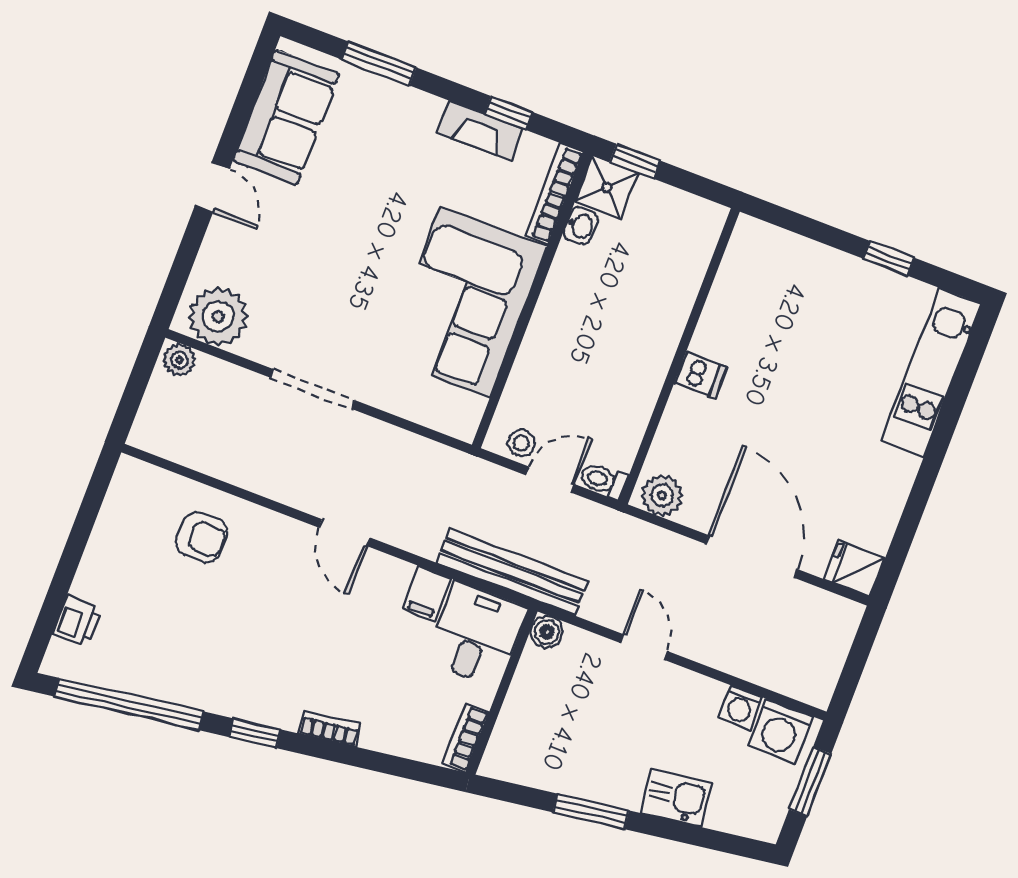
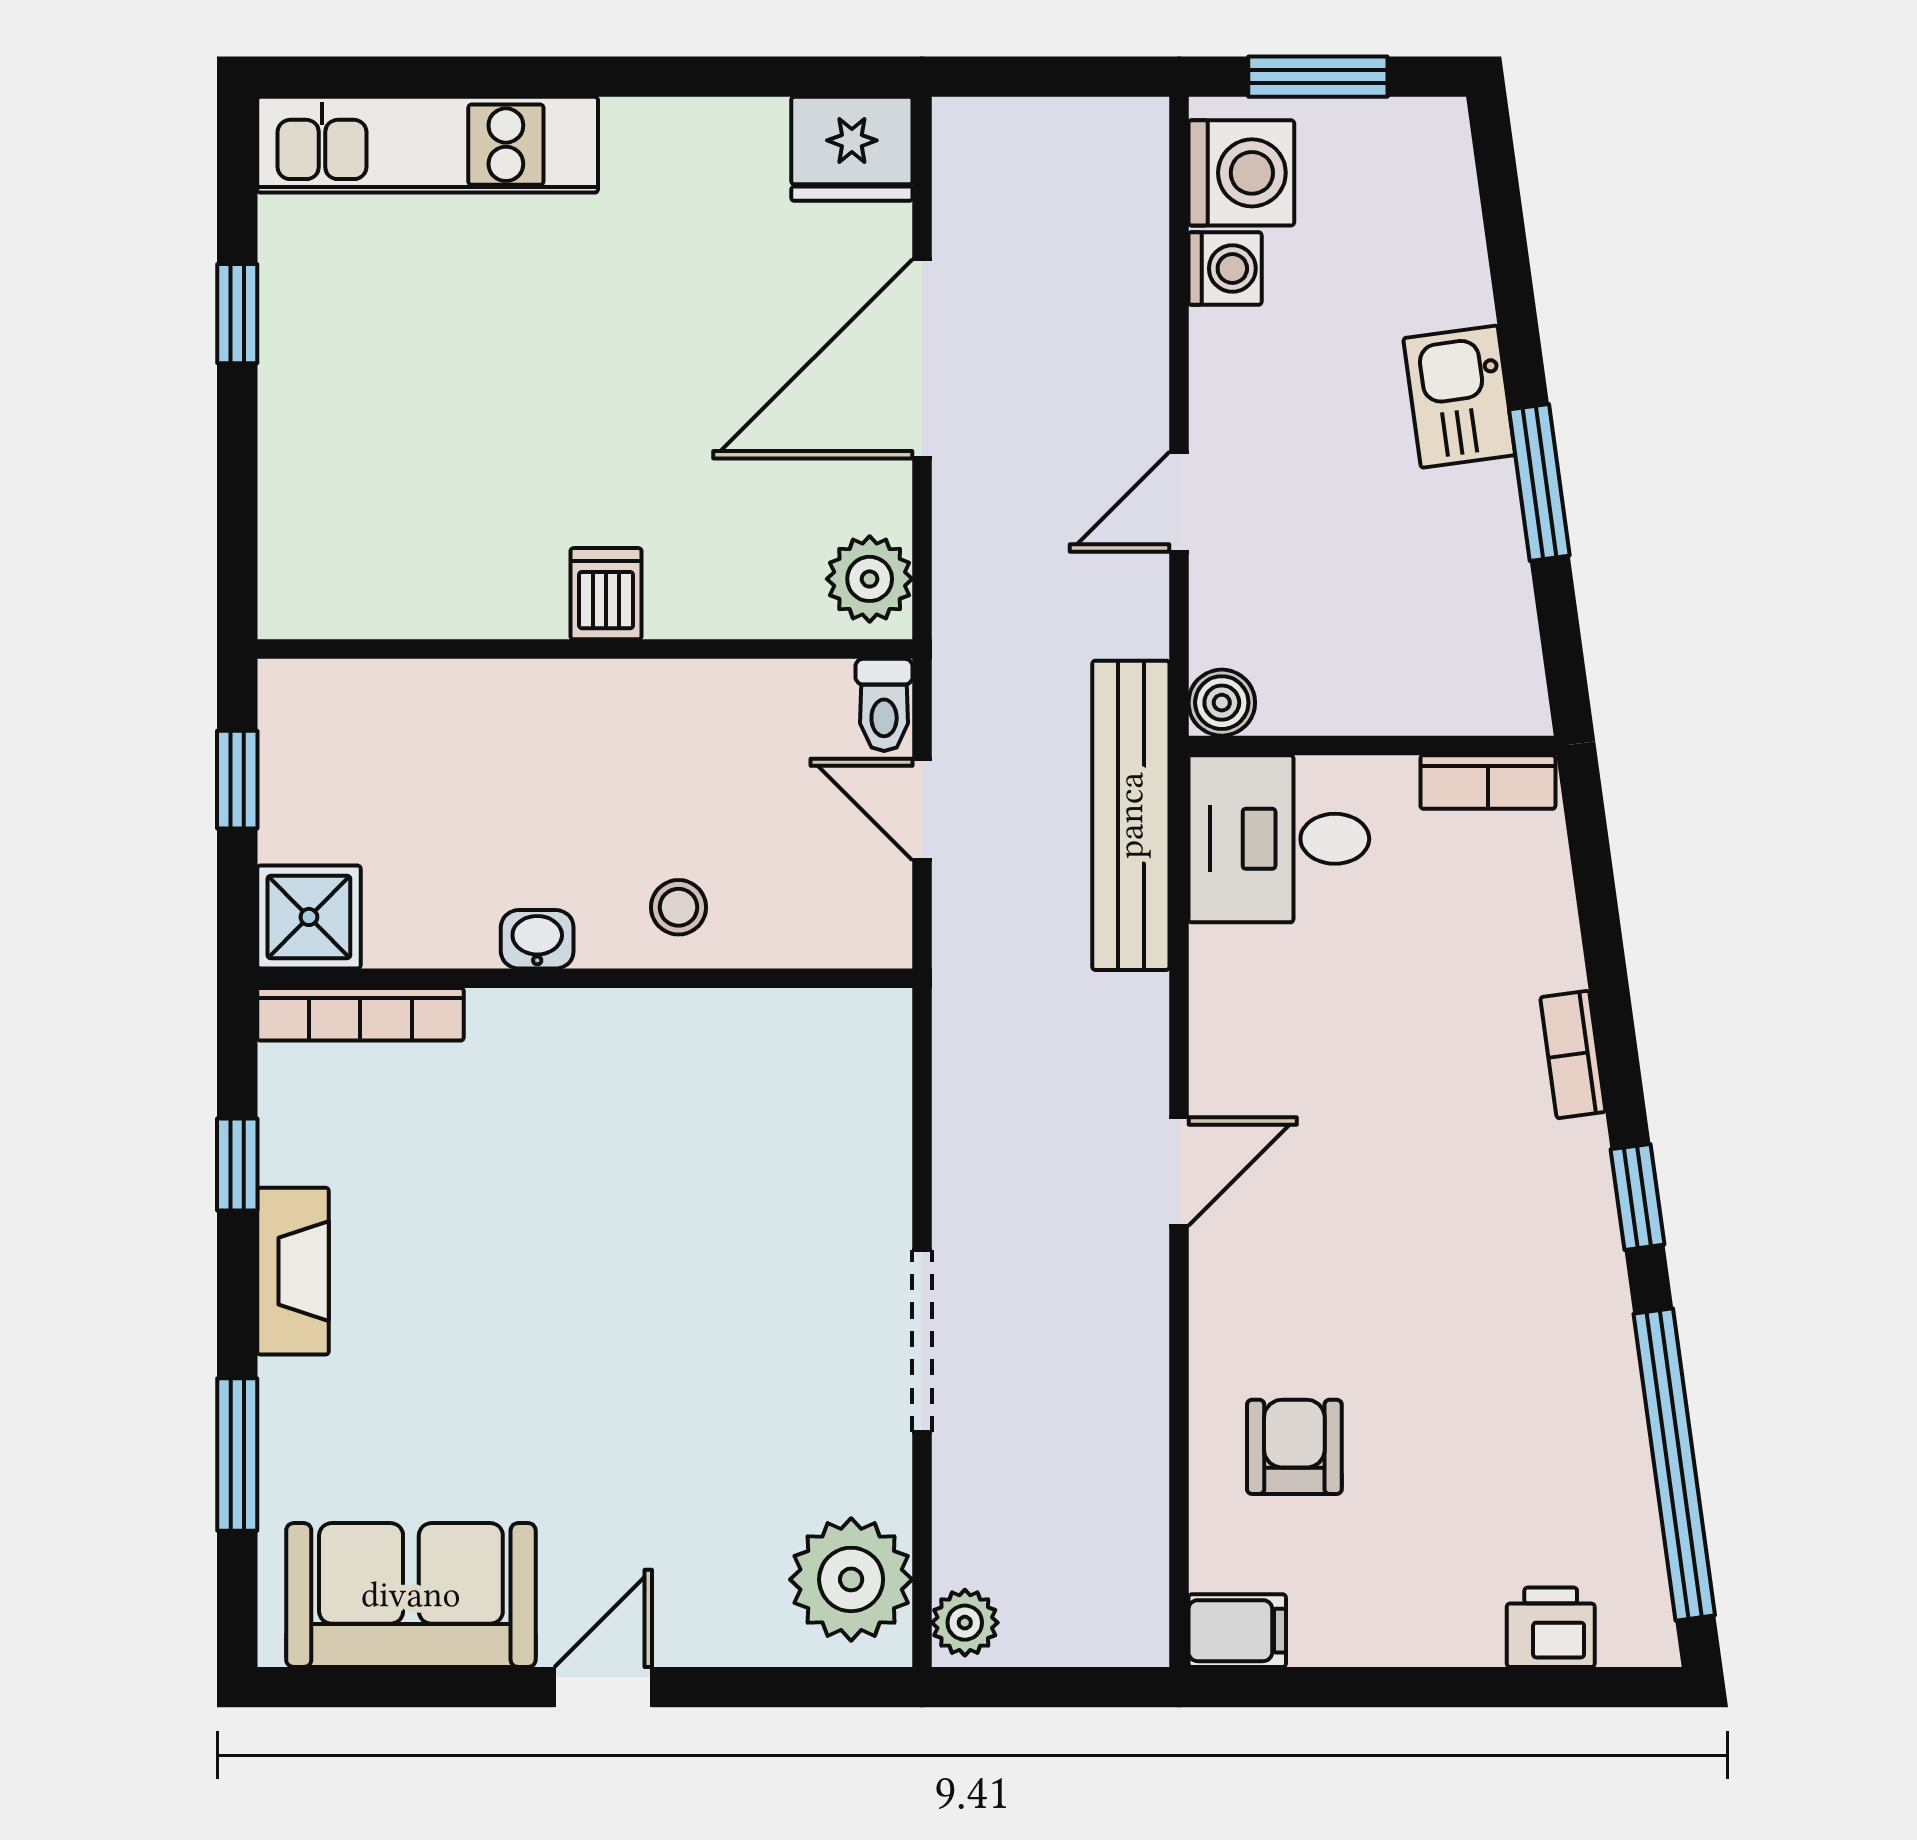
fireplace: (480, 131) -> (293, 1271), moved
window: (635, 161) -> (237, 780), moved
washbasin: (581, 226) -> (537, 939), moved
corner sofa: (465, 302) -> (638, 1108), removed
stool: (521, 443) -> (679, 907), moved
fridge: (855, 569) -> (852, 149), width x1.38
filing cabinet: (427, 594) -> (1237, 1631), moved
kitchen sink: (676, 798) -> (1459, 397), moved

